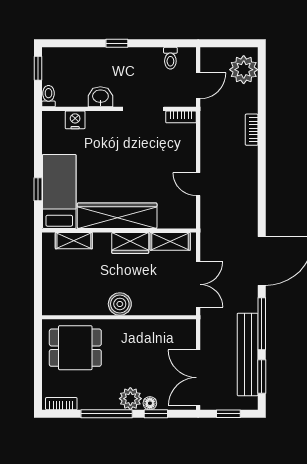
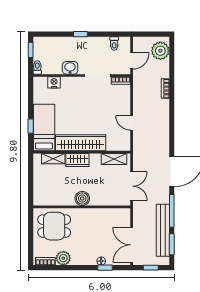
wardrobe: (130, 243) -> (77, 160), moved
plant: (130, 399) -> (63, 258), moved
window: (107, 414) -> (74, 268), removed

